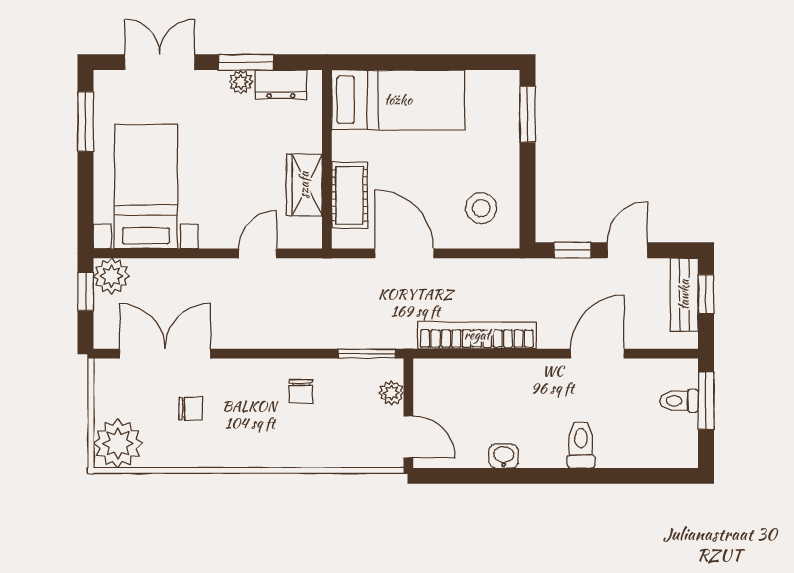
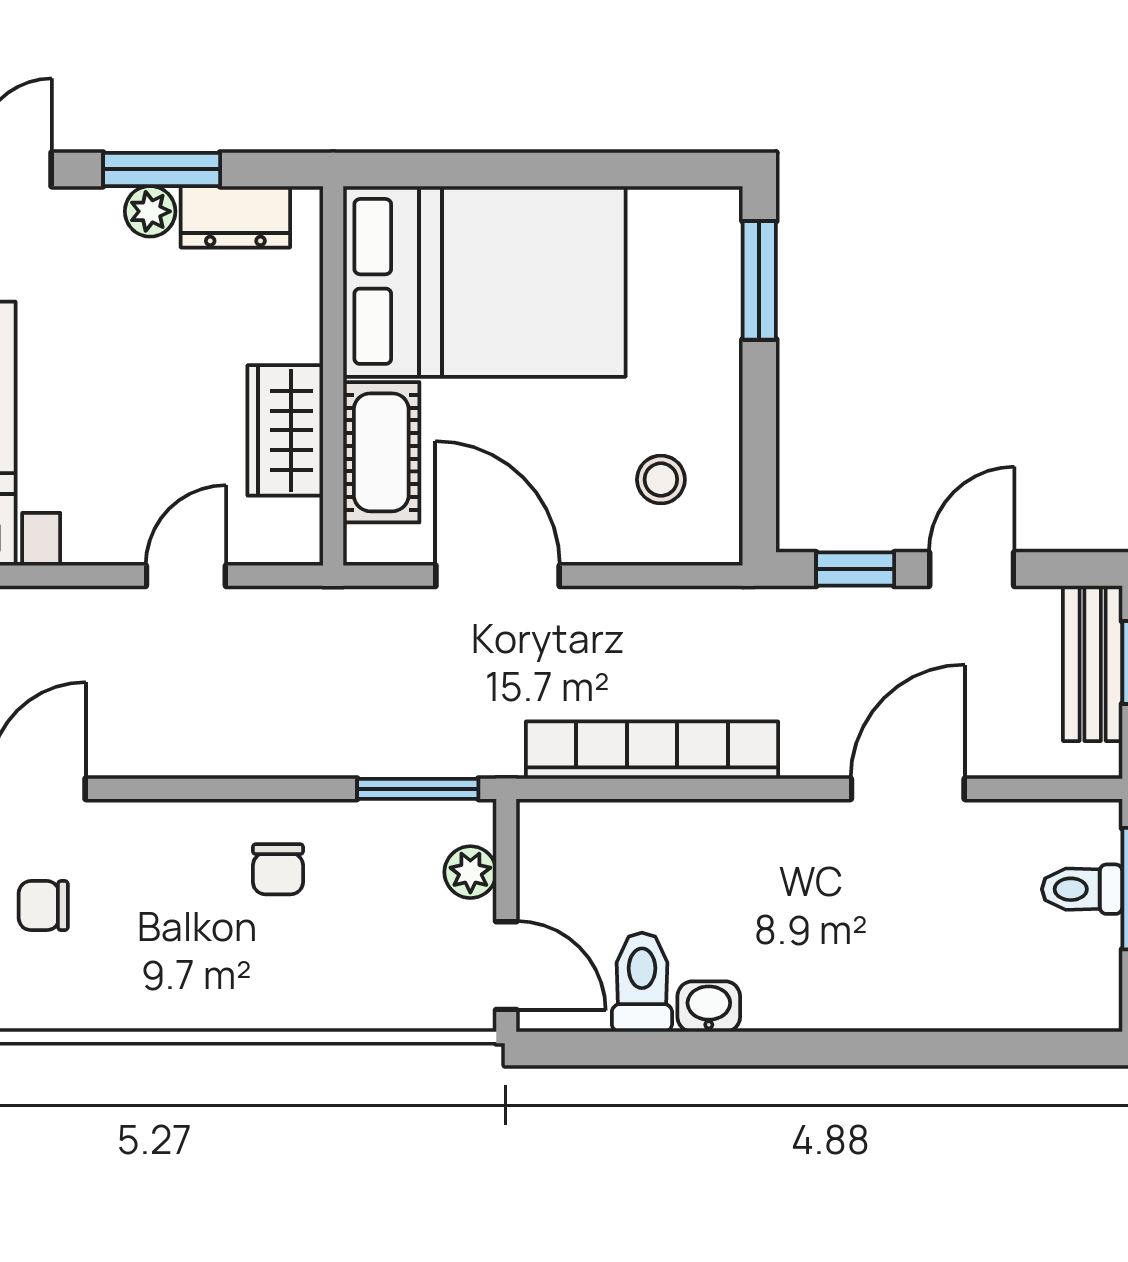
bed: (398, 100) -> (484, 281), width x1.50
stool: (481, 208) -> (661, 480), width x0.73, depth x0.73
chair: (190, 409) -> (43, 906), turned 180
toilet: (581, 445) -> (642, 982), moved

